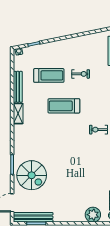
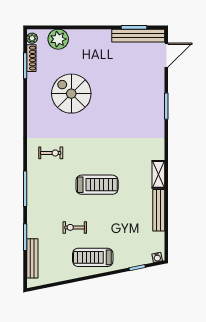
treadmill: (49, 75) -> (93, 257), moved
spiral stairs: (32, 175) -> (71, 94), moved

